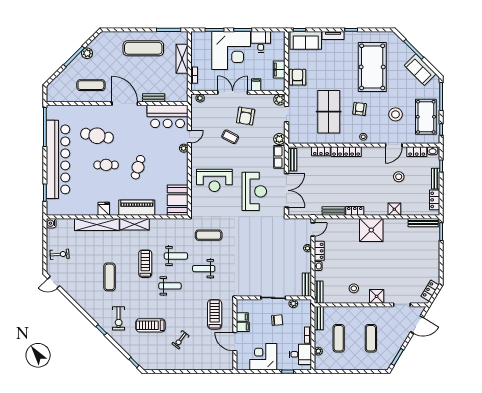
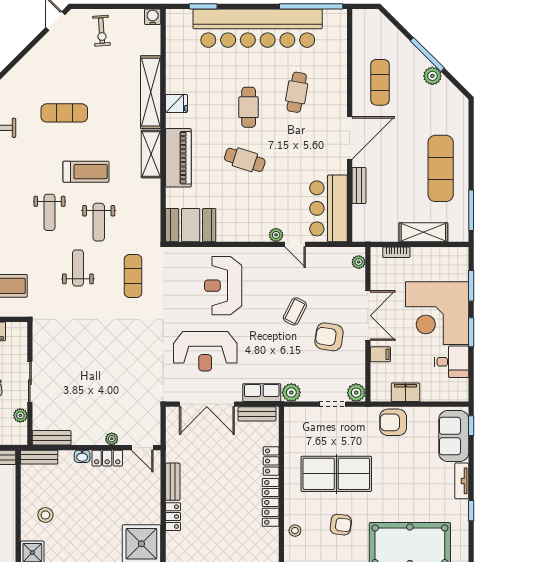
armchair: (297, 77) -> (393, 422), turned 180
cafe table: (97, 136) -> (297, 92), width x0.73, depth x0.74

